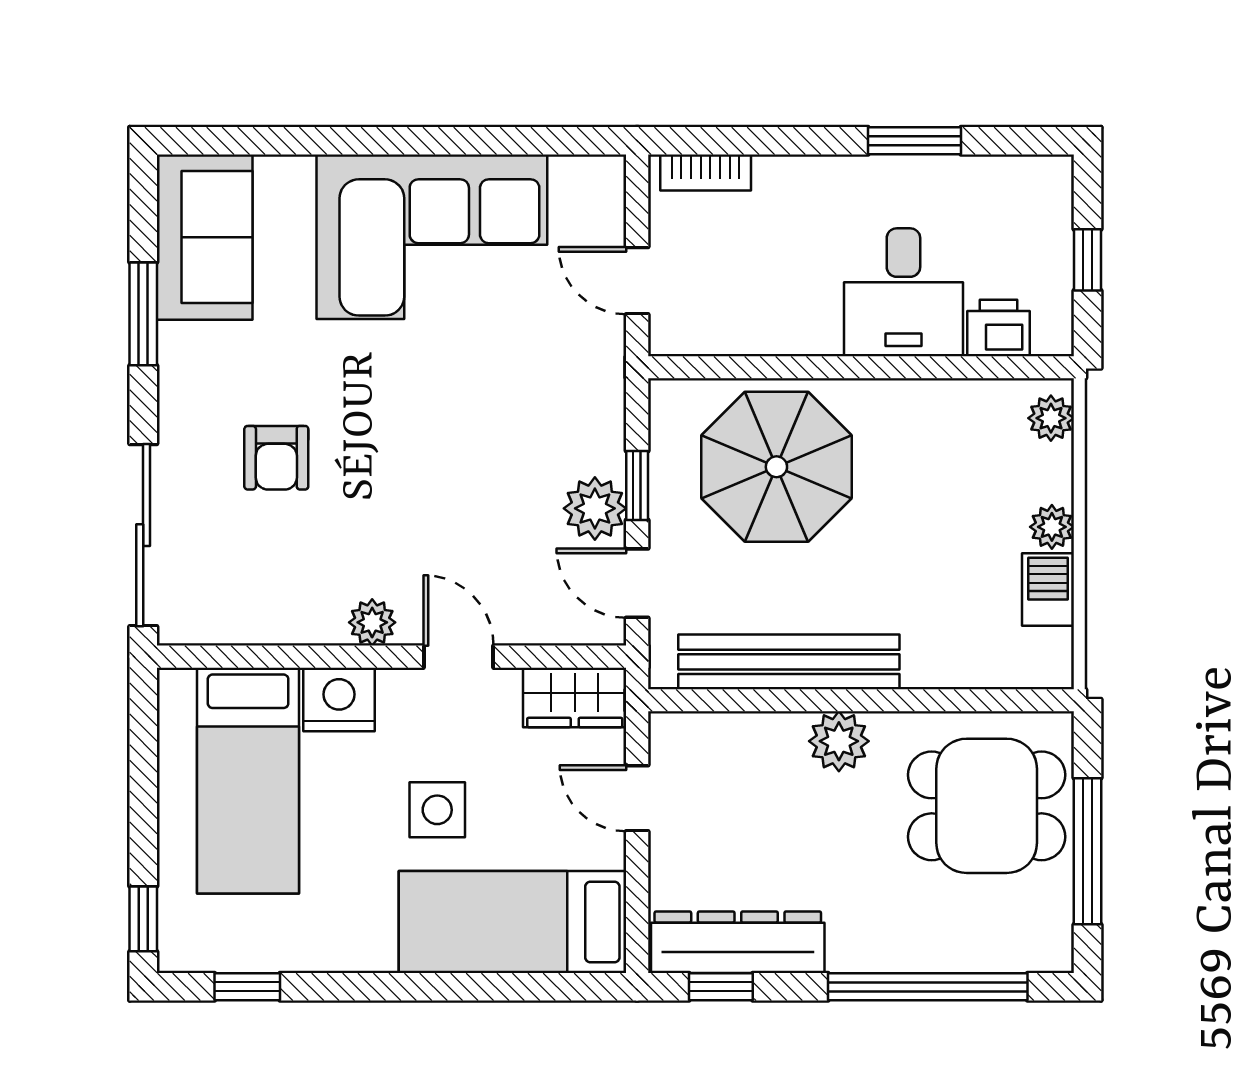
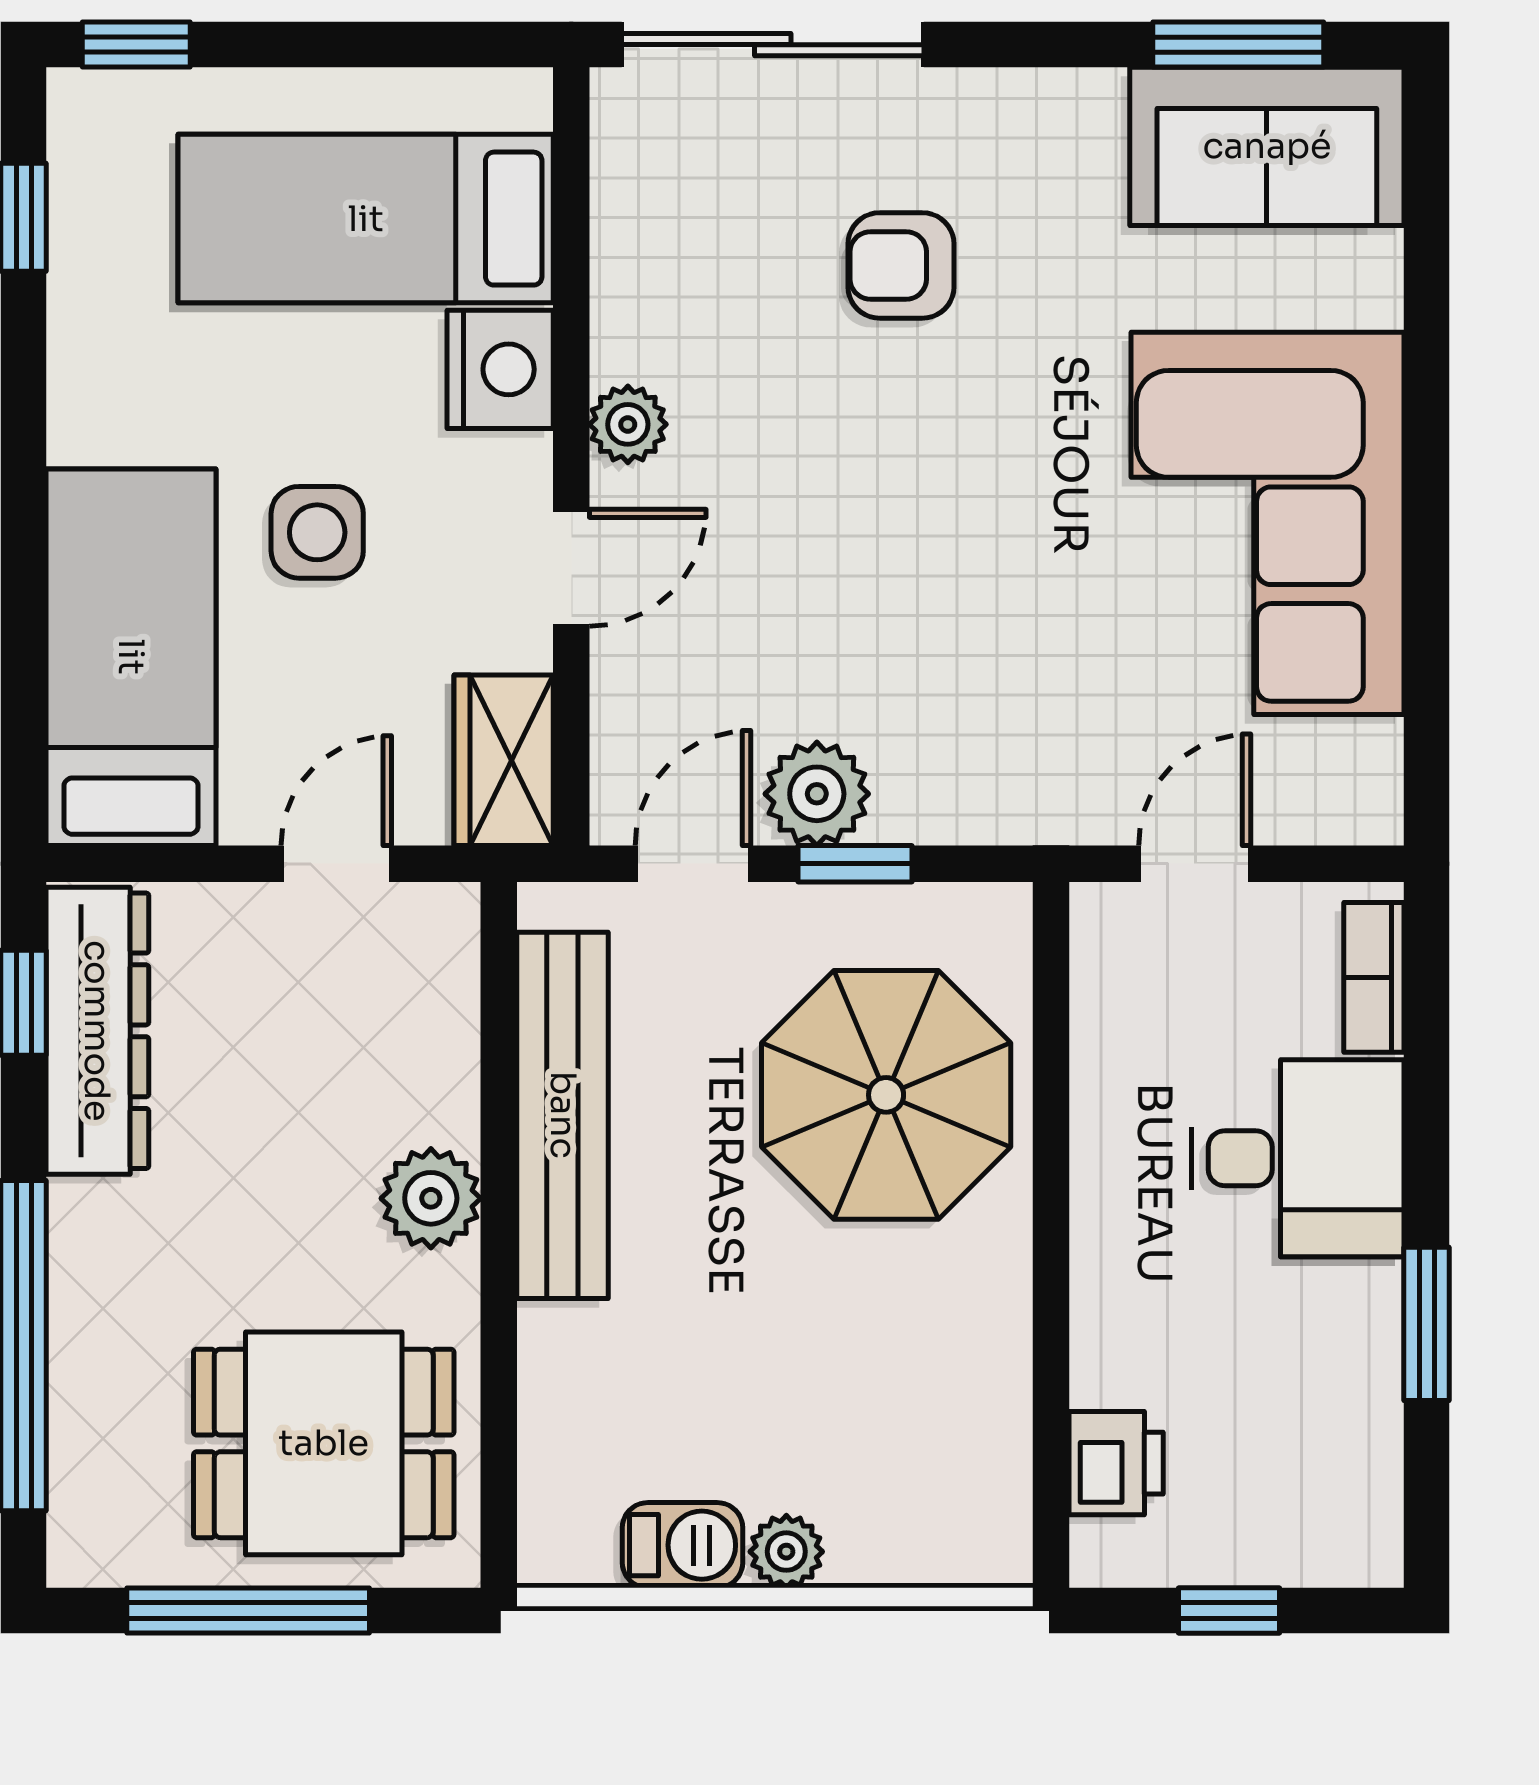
desk: (903, 292) -> (1298, 1158), moved, turned 180
window: (143, 314) -> (1238, 45), moved
plant: (1051, 418) -> (967, 1550), removed
dining table: (987, 806) -> (324, 1443), turned 90

